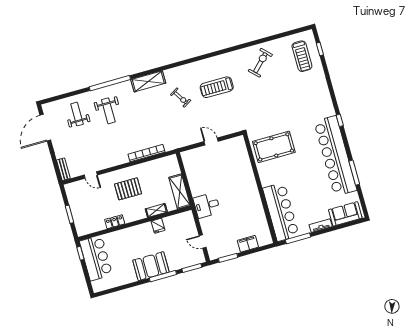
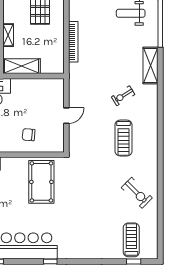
treadmill: (302, 56) -> (131, 240), turned 90
treadmill: (217, 87) -> (123, 138), turned 180
chair: (237, 169) -> (29, 135), added

